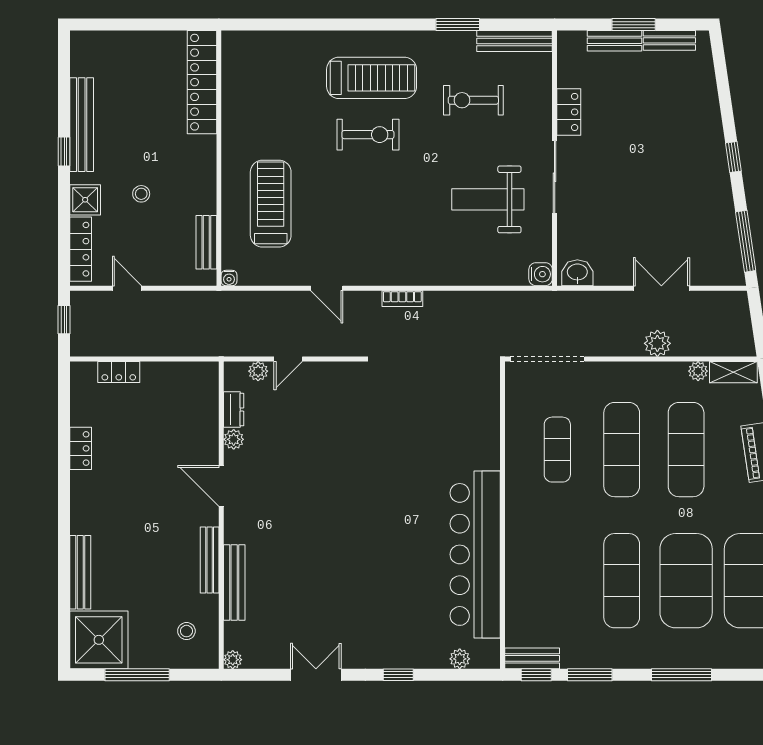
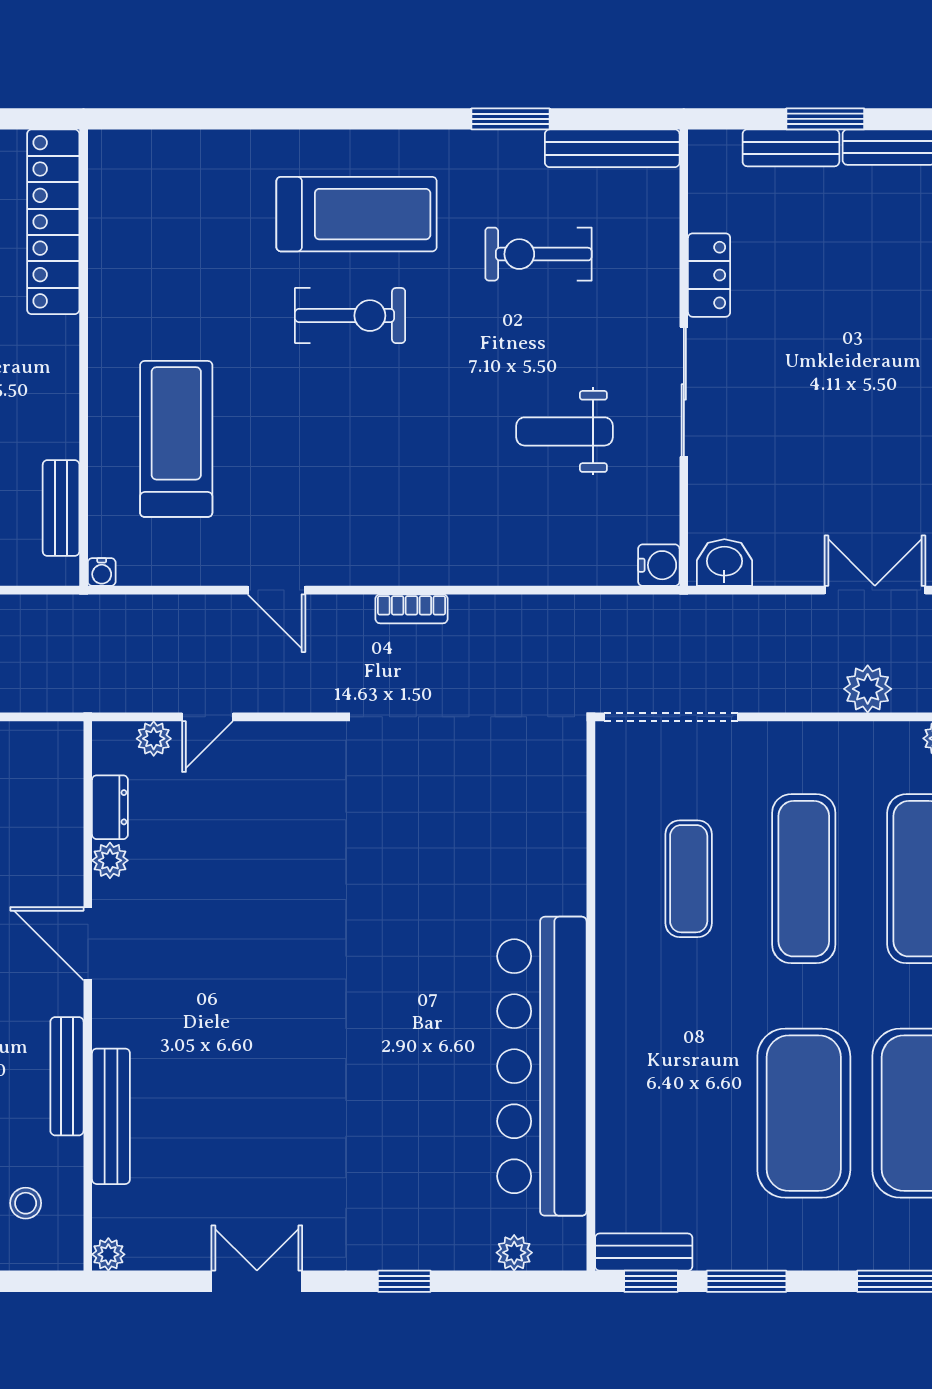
weight bench: (488, 199) -> (565, 431), width x0.73, depth x0.75
exercise mat: (622, 581) -> (804, 1113), width x1.47

